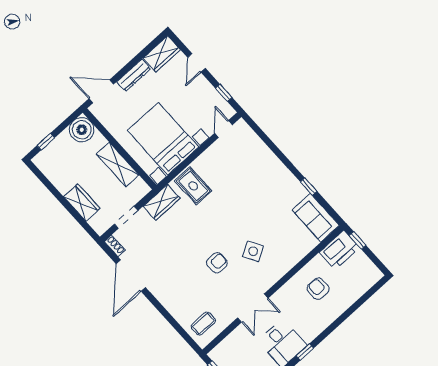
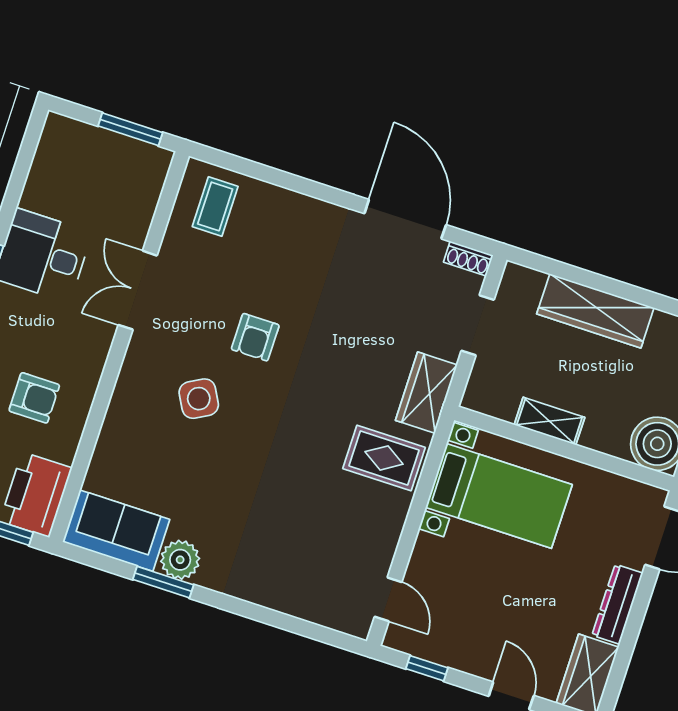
bed with nightstands: (163, 139) -> (499, 496), width x0.73
shelving: (118, 165) -> (549, 421), width x0.67, depth x0.75
window: (309, 187) -> (163, 582), width x1.50
plant: (297, 192) -> (180, 560), added
wardrobe: (82, 203) -> (595, 311), width x1.50

